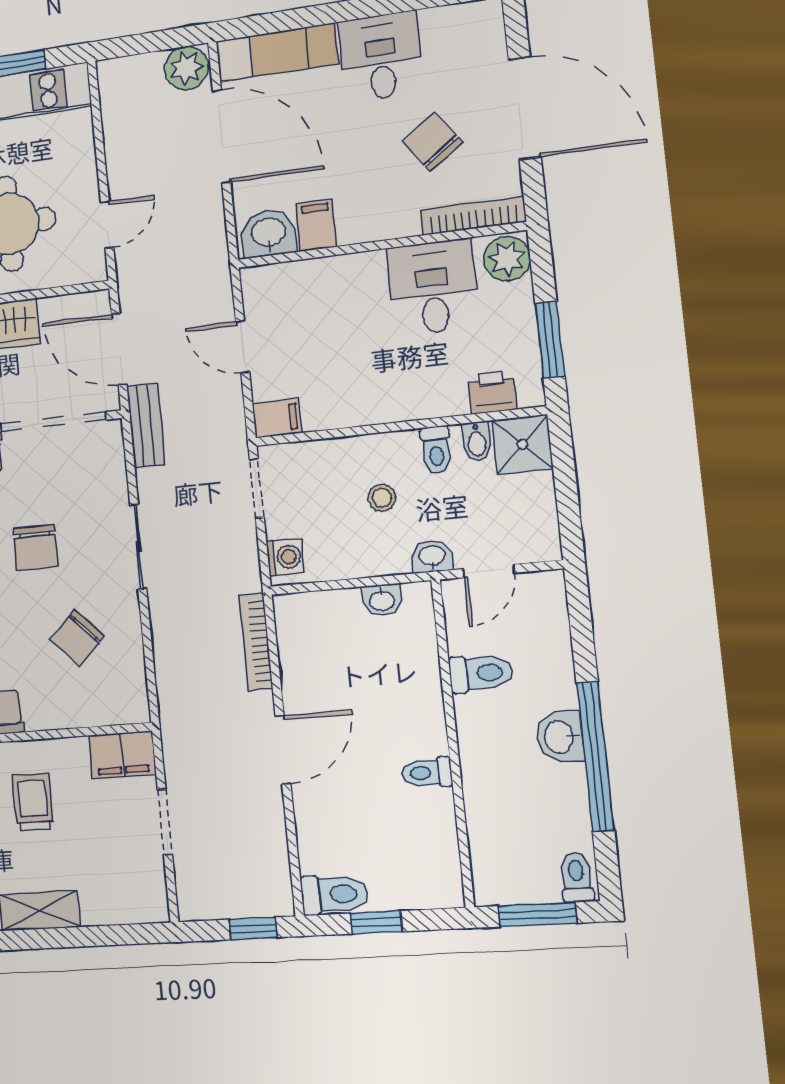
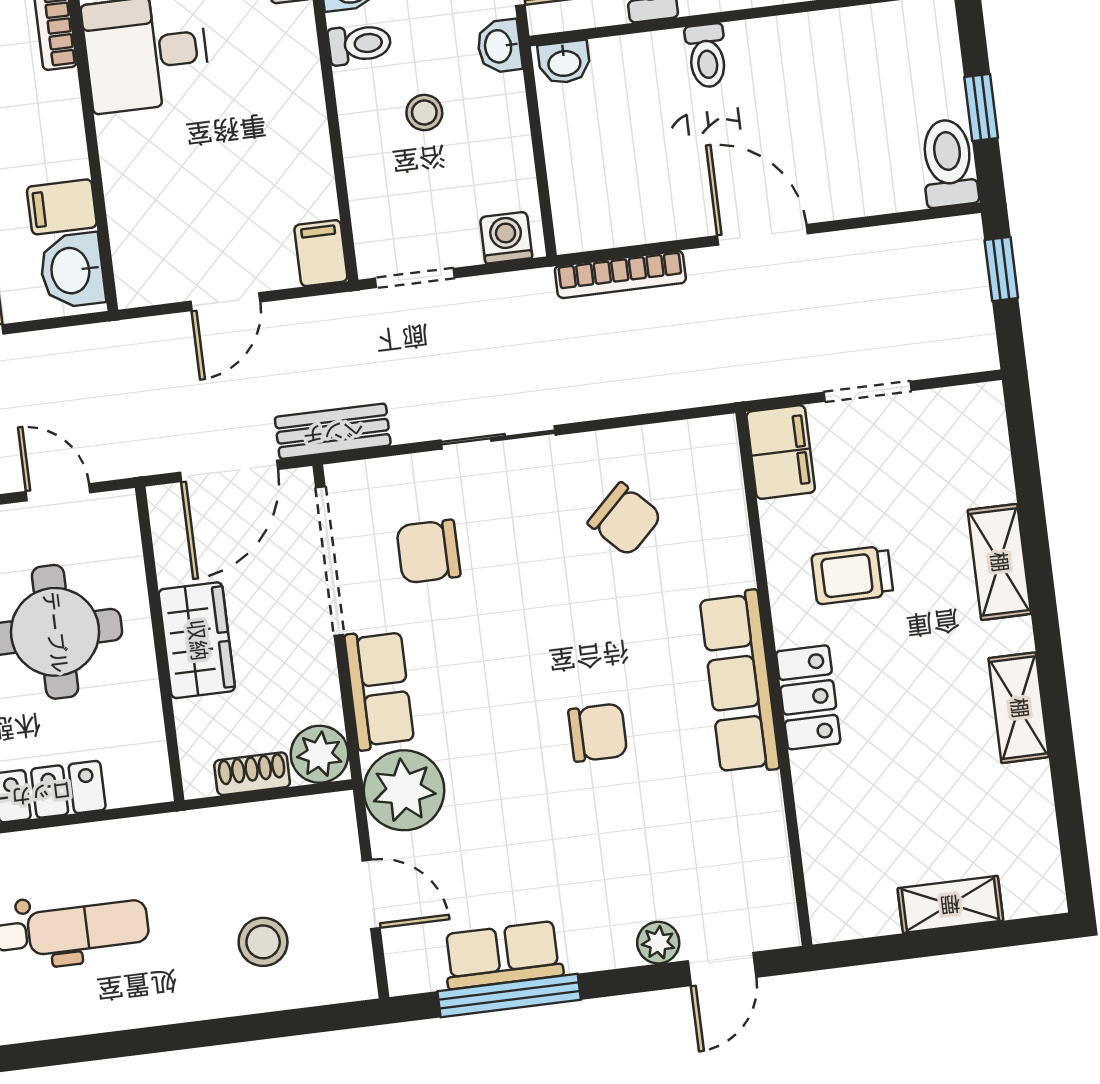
chair: (36, 547) -> (428, 551), moved, turned 180
washbasin: (382, 600) -> (564, 62), moved, turned 90
toilet: (427, 773) -> (707, 56), moved

